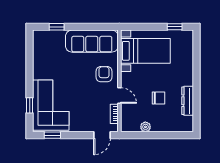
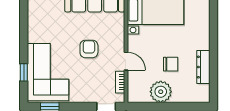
armchair: (104, 74) -> (89, 49), moved
plant: (145, 127) -> (161, 92), width x1.87, depth x1.87

